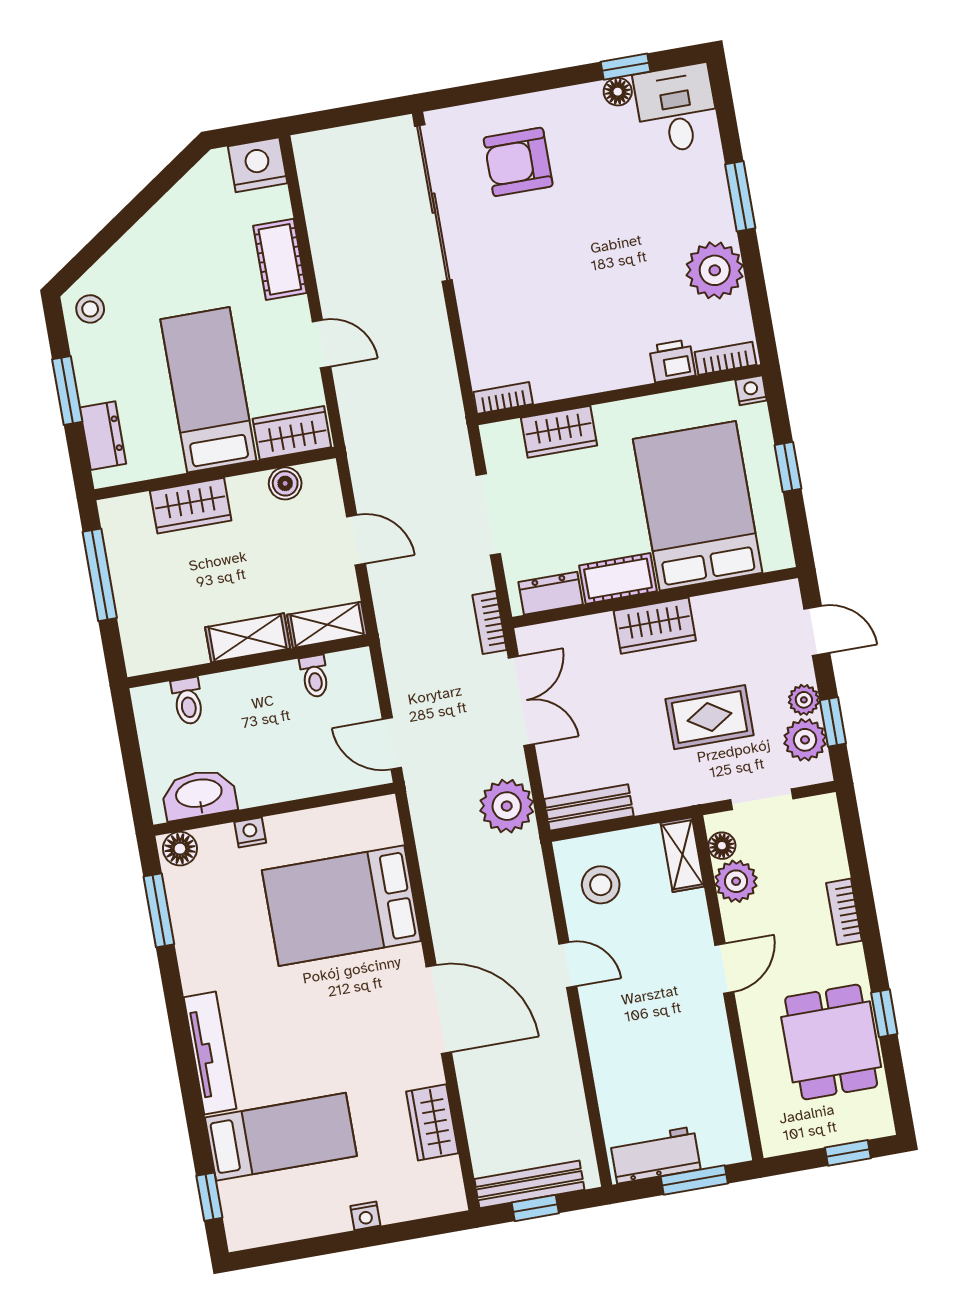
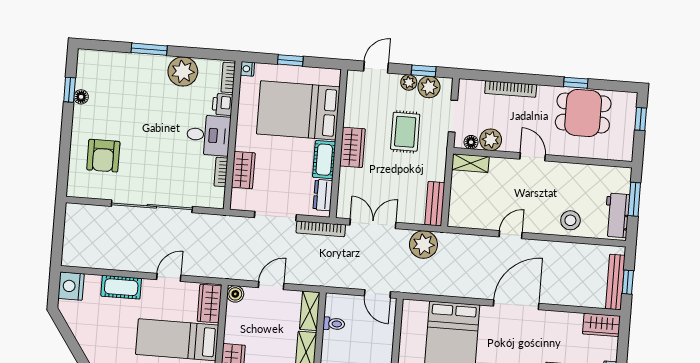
desk: (677, 109) -> (208, 135), moved, turned 180
sliding door: (433, 203) -> (152, 206), moved
bookcase: (503, 398) -> (221, 172), moved
boiler: (285, 483) -> (235, 294), moved
bookcase: (489, 622) -> (321, 229), width x1.56
door: (392, 744) -> (377, 294), hinge flipped
stool: (601, 885) -> (570, 220), moved
bookcase: (844, 912) -> (511, 89), width x1.56
wardrobe: (432, 1122) -> (601, 325), moved

